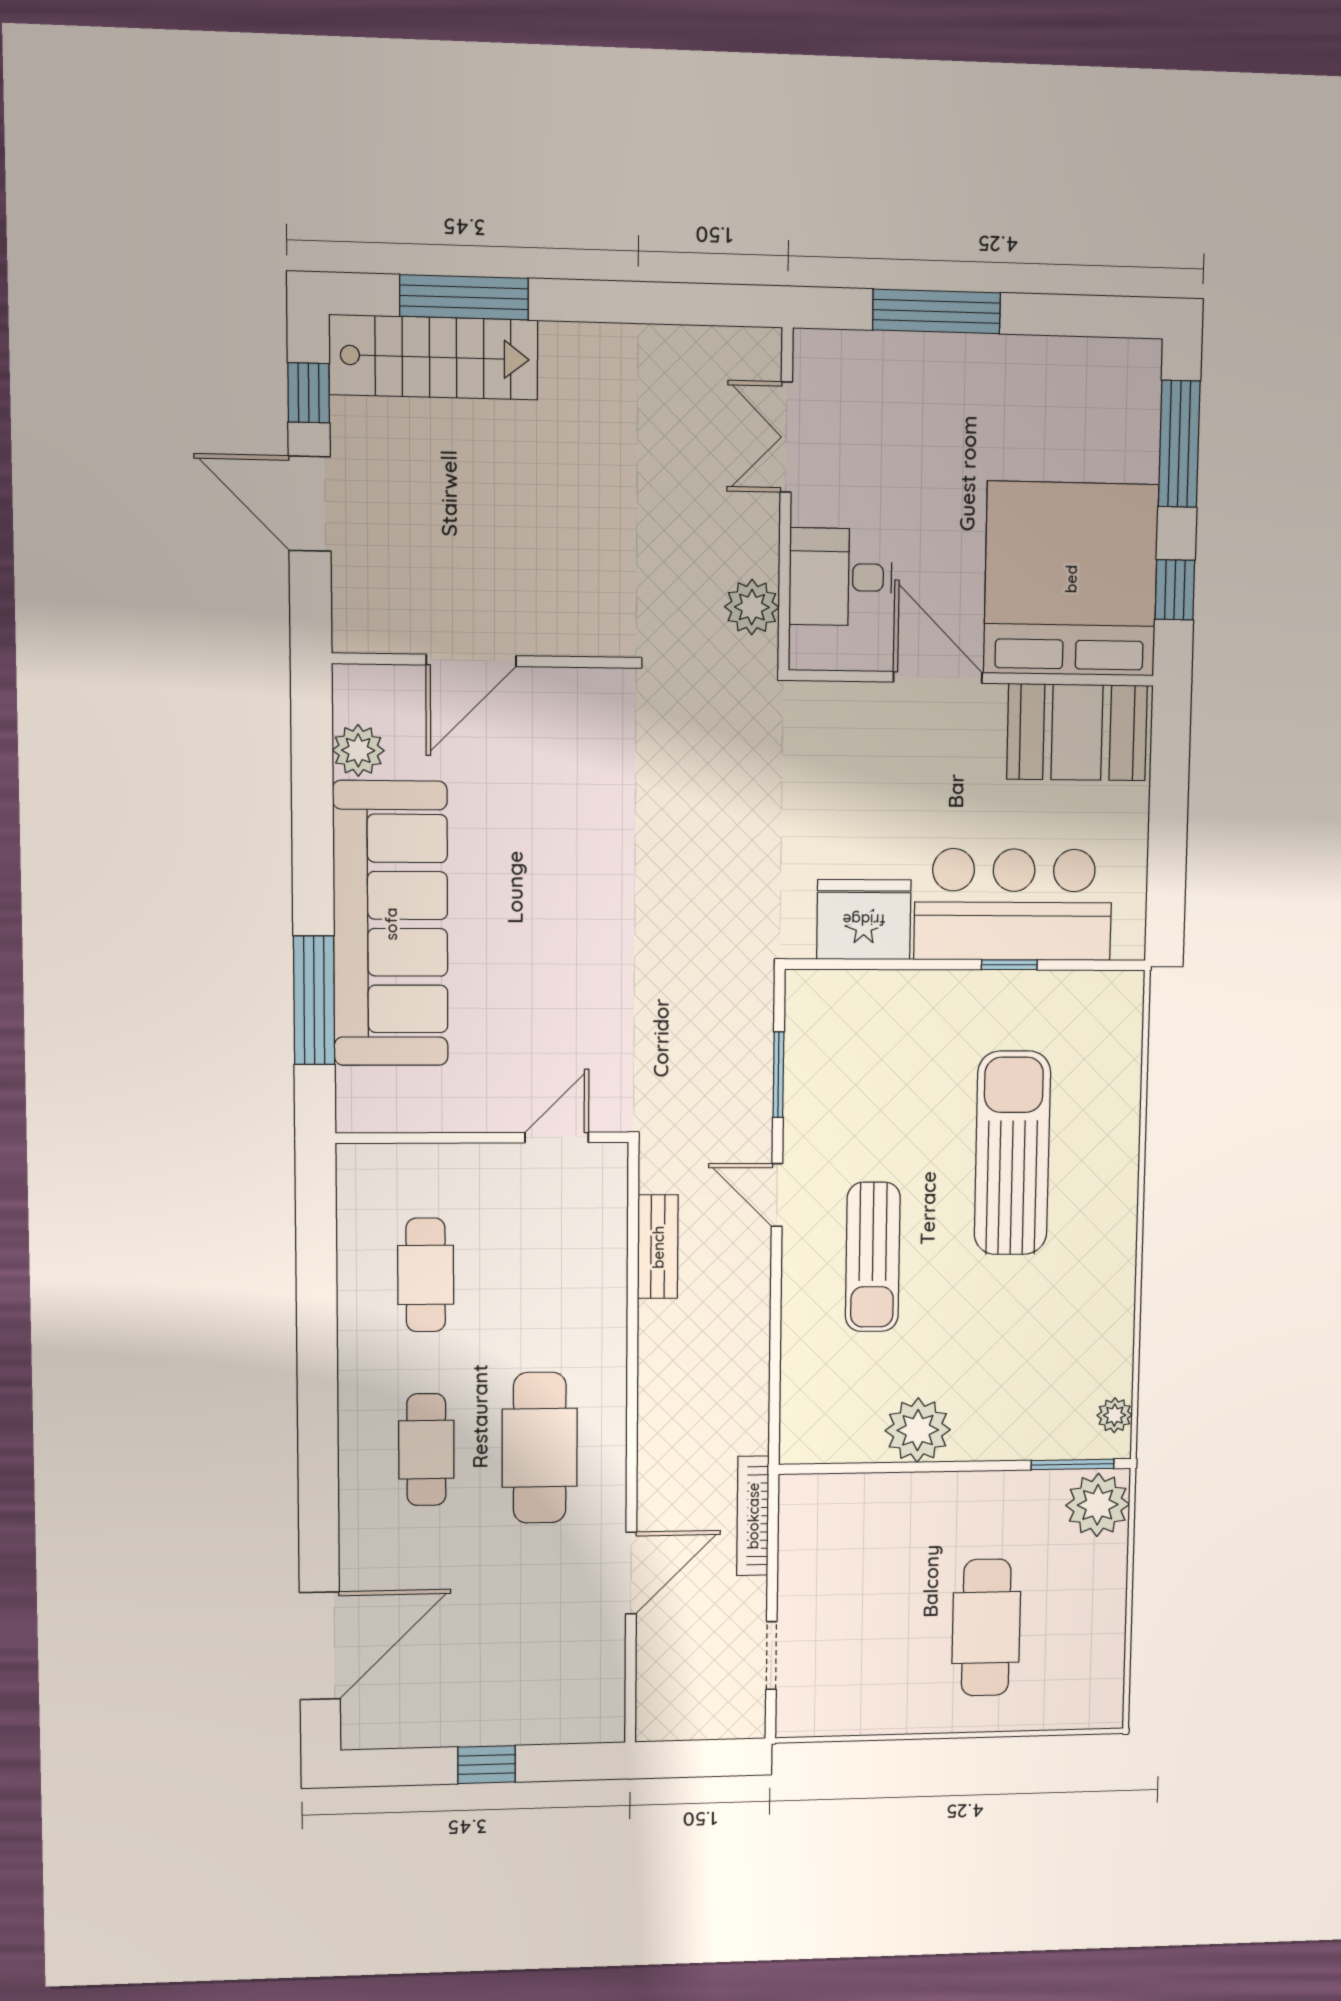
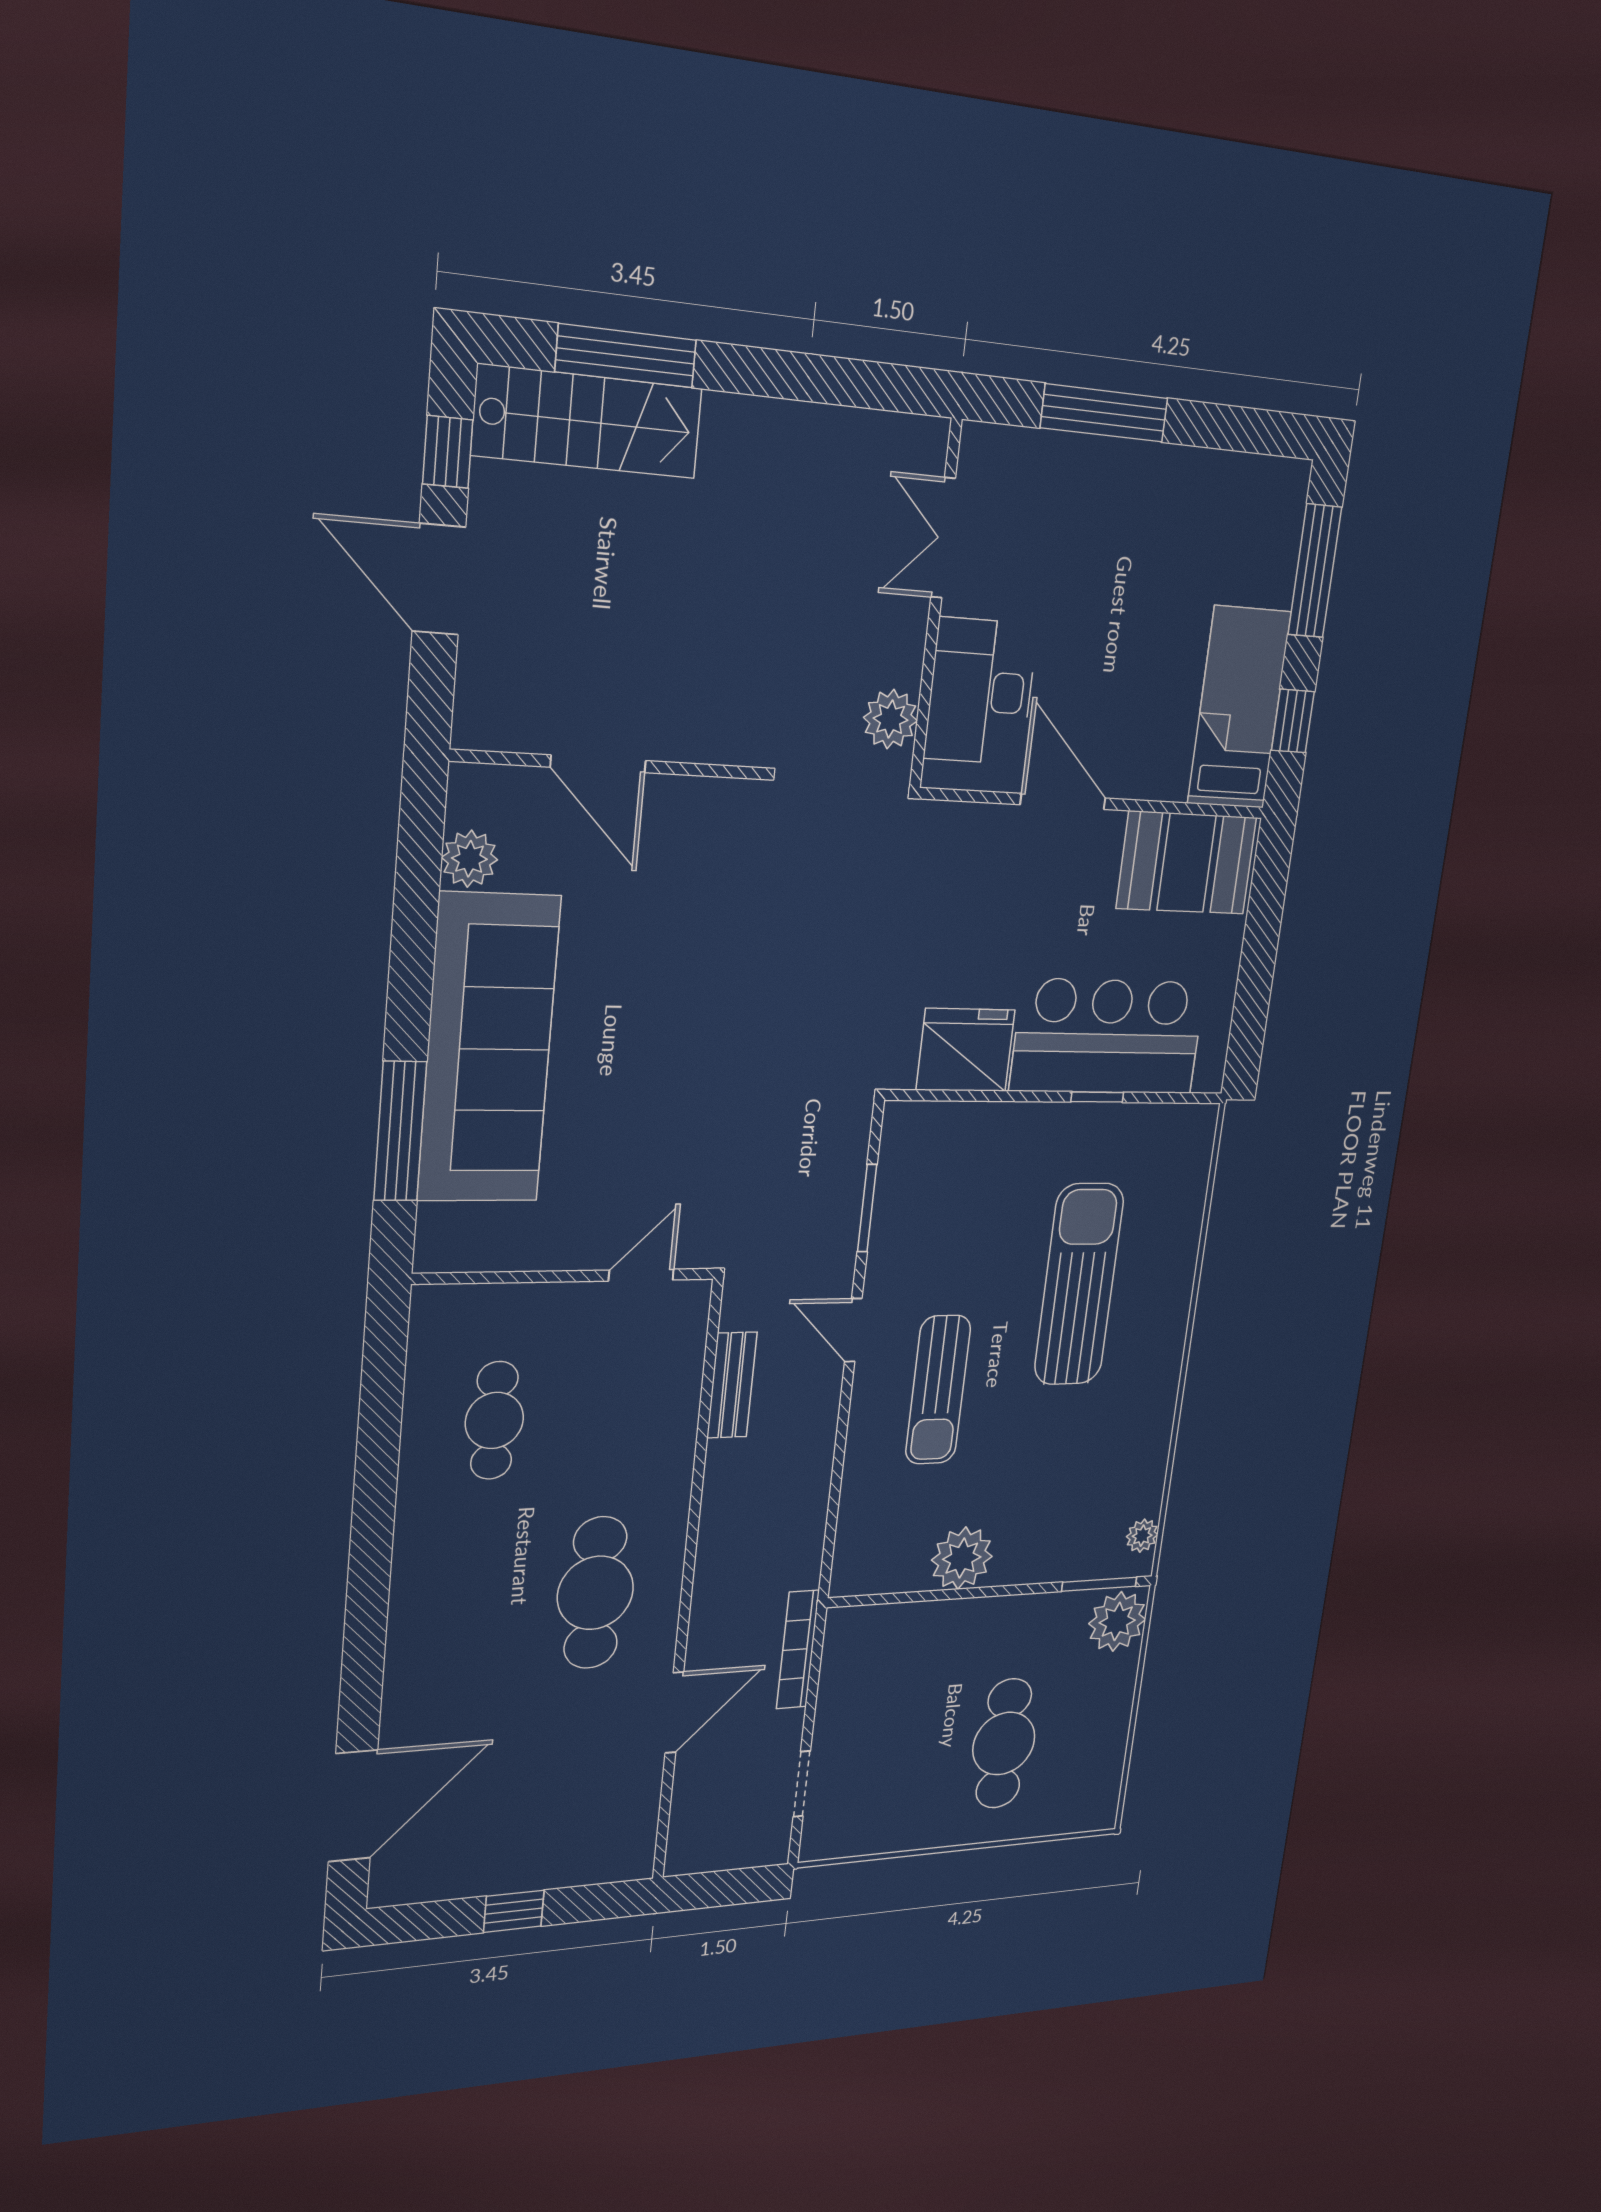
desk: (840, 577) -> (981, 691), width x1.37
bed: (1071, 579) -> (1239, 708), width x0.49
door: (471, 660) -> (598, 764), hinge flipped
cafe table: (426, 1450) -> (480, 1600), removed

